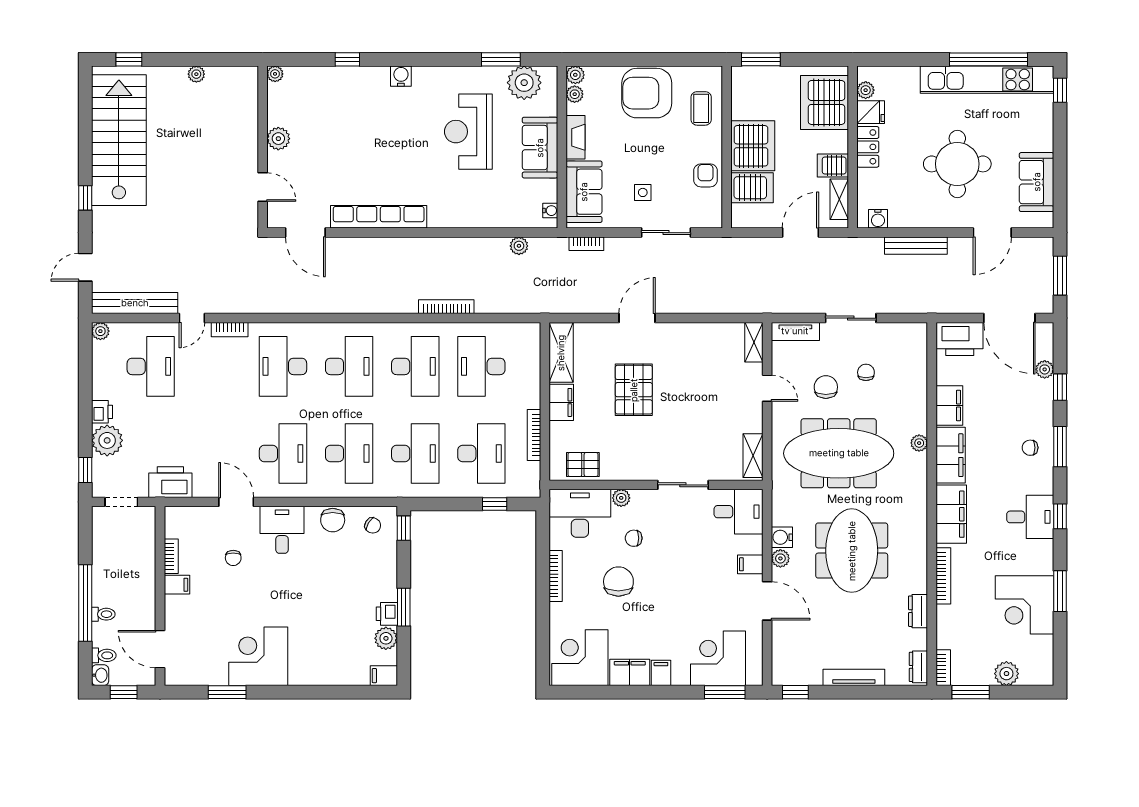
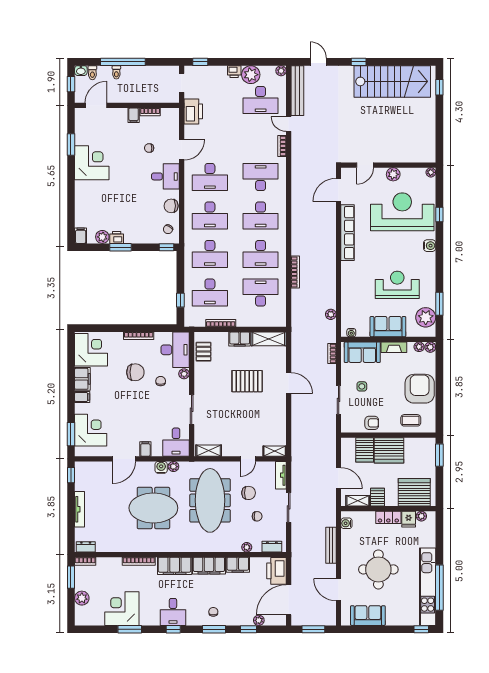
plant: (196, 74) -> (431, 127), removed
reception desk: (343, 123) -> (402, 212), added
plant: (107, 440) -> (251, 75), moved
plant: (919, 443) -> (247, 547), moved
plant: (780, 558) -> (173, 467), moved
dresser: (918, 611) -> (272, 547), moved

